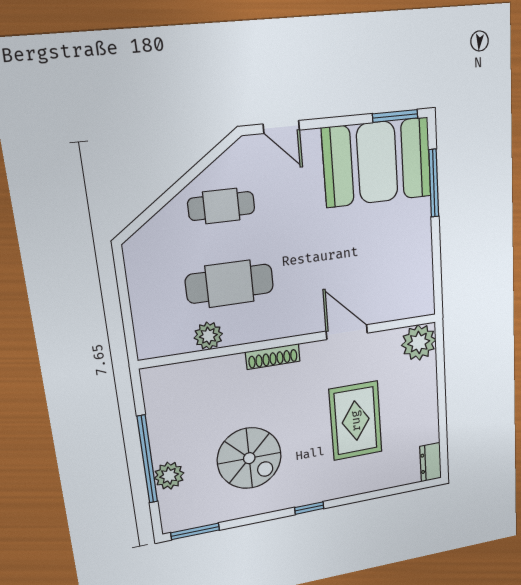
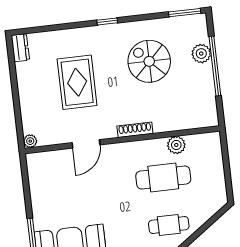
door: (347, 332) -> (86, 144), hinge flipped
plant: (419, 343) -> (30, 141), width x0.53, depth x0.53

